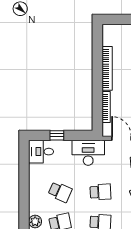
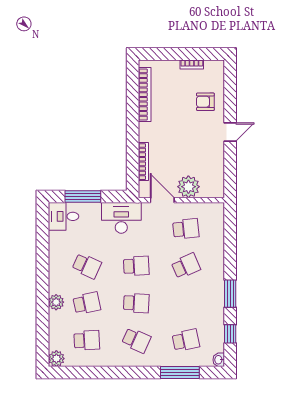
bookcase: (107, 68) -> (145, 95), moved
window: (57, 135) -> (83, 197), width x2.17

